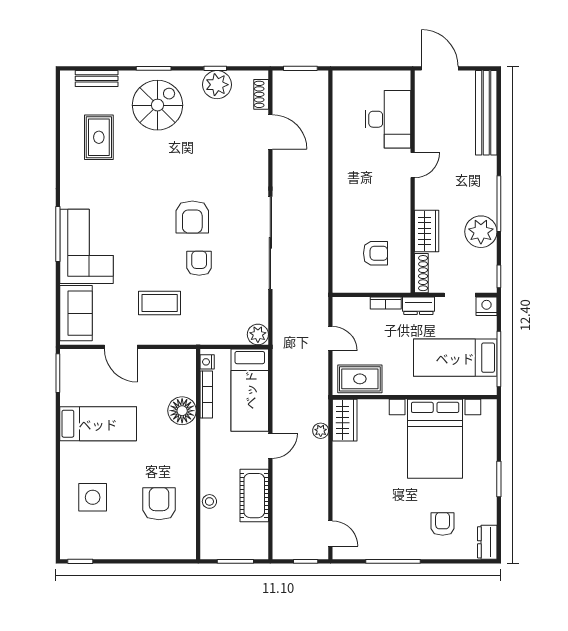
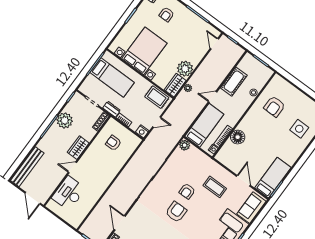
wardrobe: (427, 231) -> (78, 148), moved
nightstand: (487, 306) -> (142, 131), moved
door: (330, 339) -> (157, 122), swing flipped
bed: (98, 424) -> (273, 178), moved, turned 90
plant: (348, 458) -> (185, 69), added

